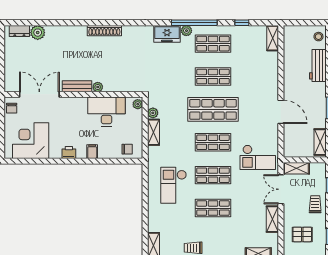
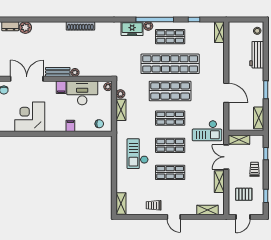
shop shelf: (213, 77) -> (170, 64), width x2.00, depth x1.36
filing cabinet: (81, 105) -> (61, 87), added
corner desk: (31, 141) -> (30, 117), moved
printer: (69, 152) -> (51, 127), removed

